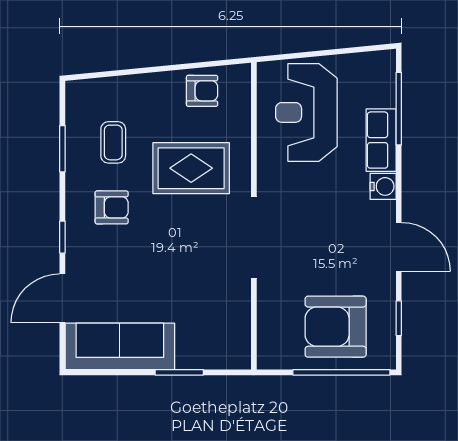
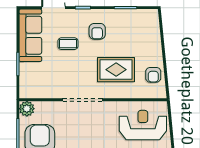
coffee table: (113, 142) -> (68, 44), moved
rug: (191, 168) -> (116, 70), turned 90
plant: (272, 354) -> (27, 109), added

